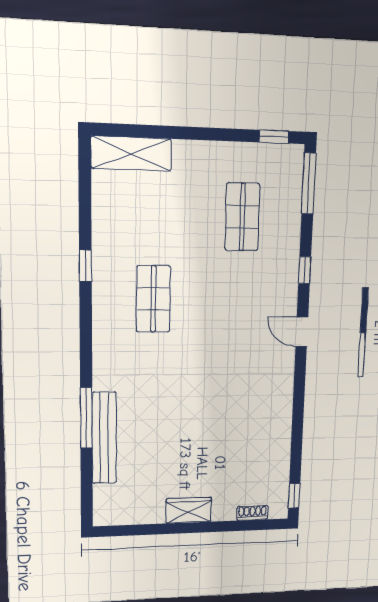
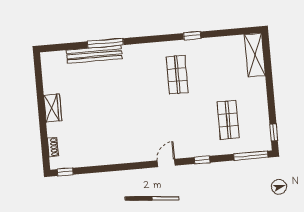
shop shelf: (242, 217) -> (228, 120), turned 90
shop shelf: (153, 299) -> (177, 75), turned 90

